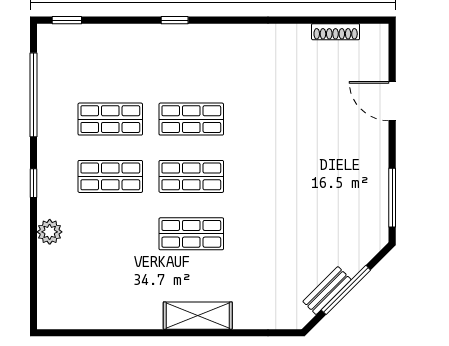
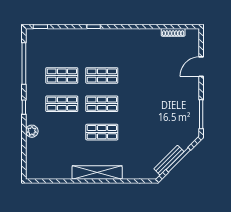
door: (392, 101) -> (201, 67), hinge flipped
bench: (327, 291) -> (169, 160), width x1.36
shelving: (198, 316) -> (97, 173), width x1.47

